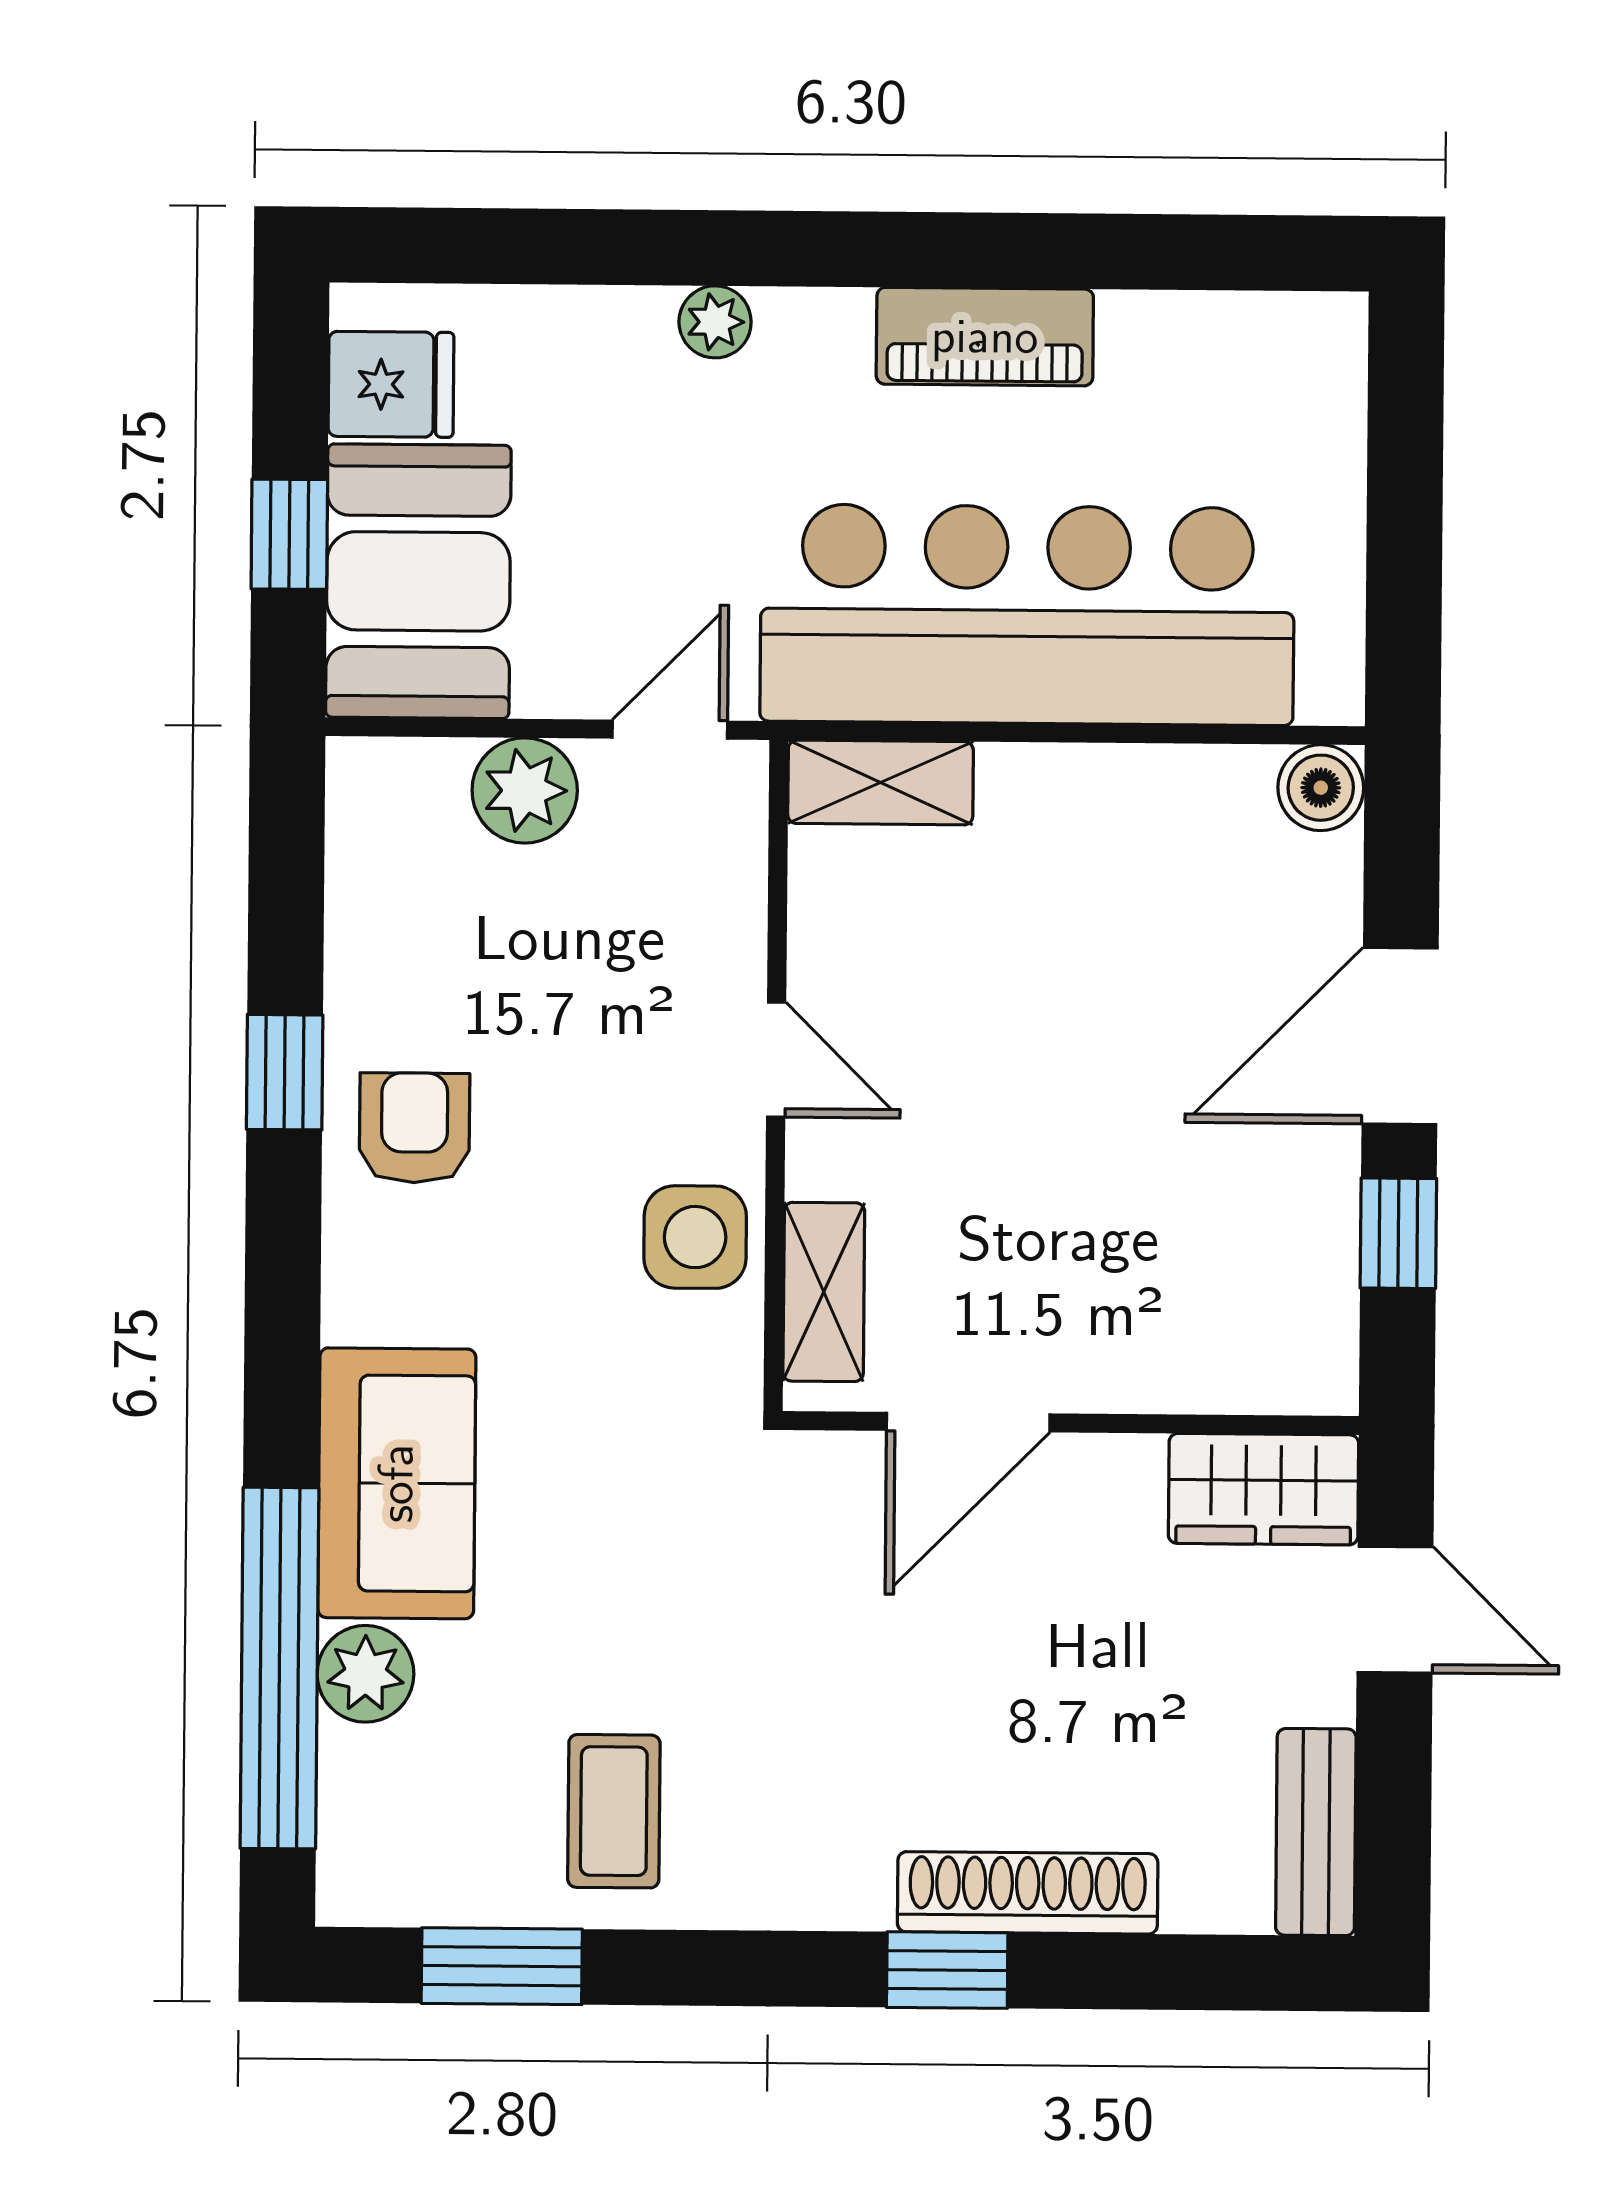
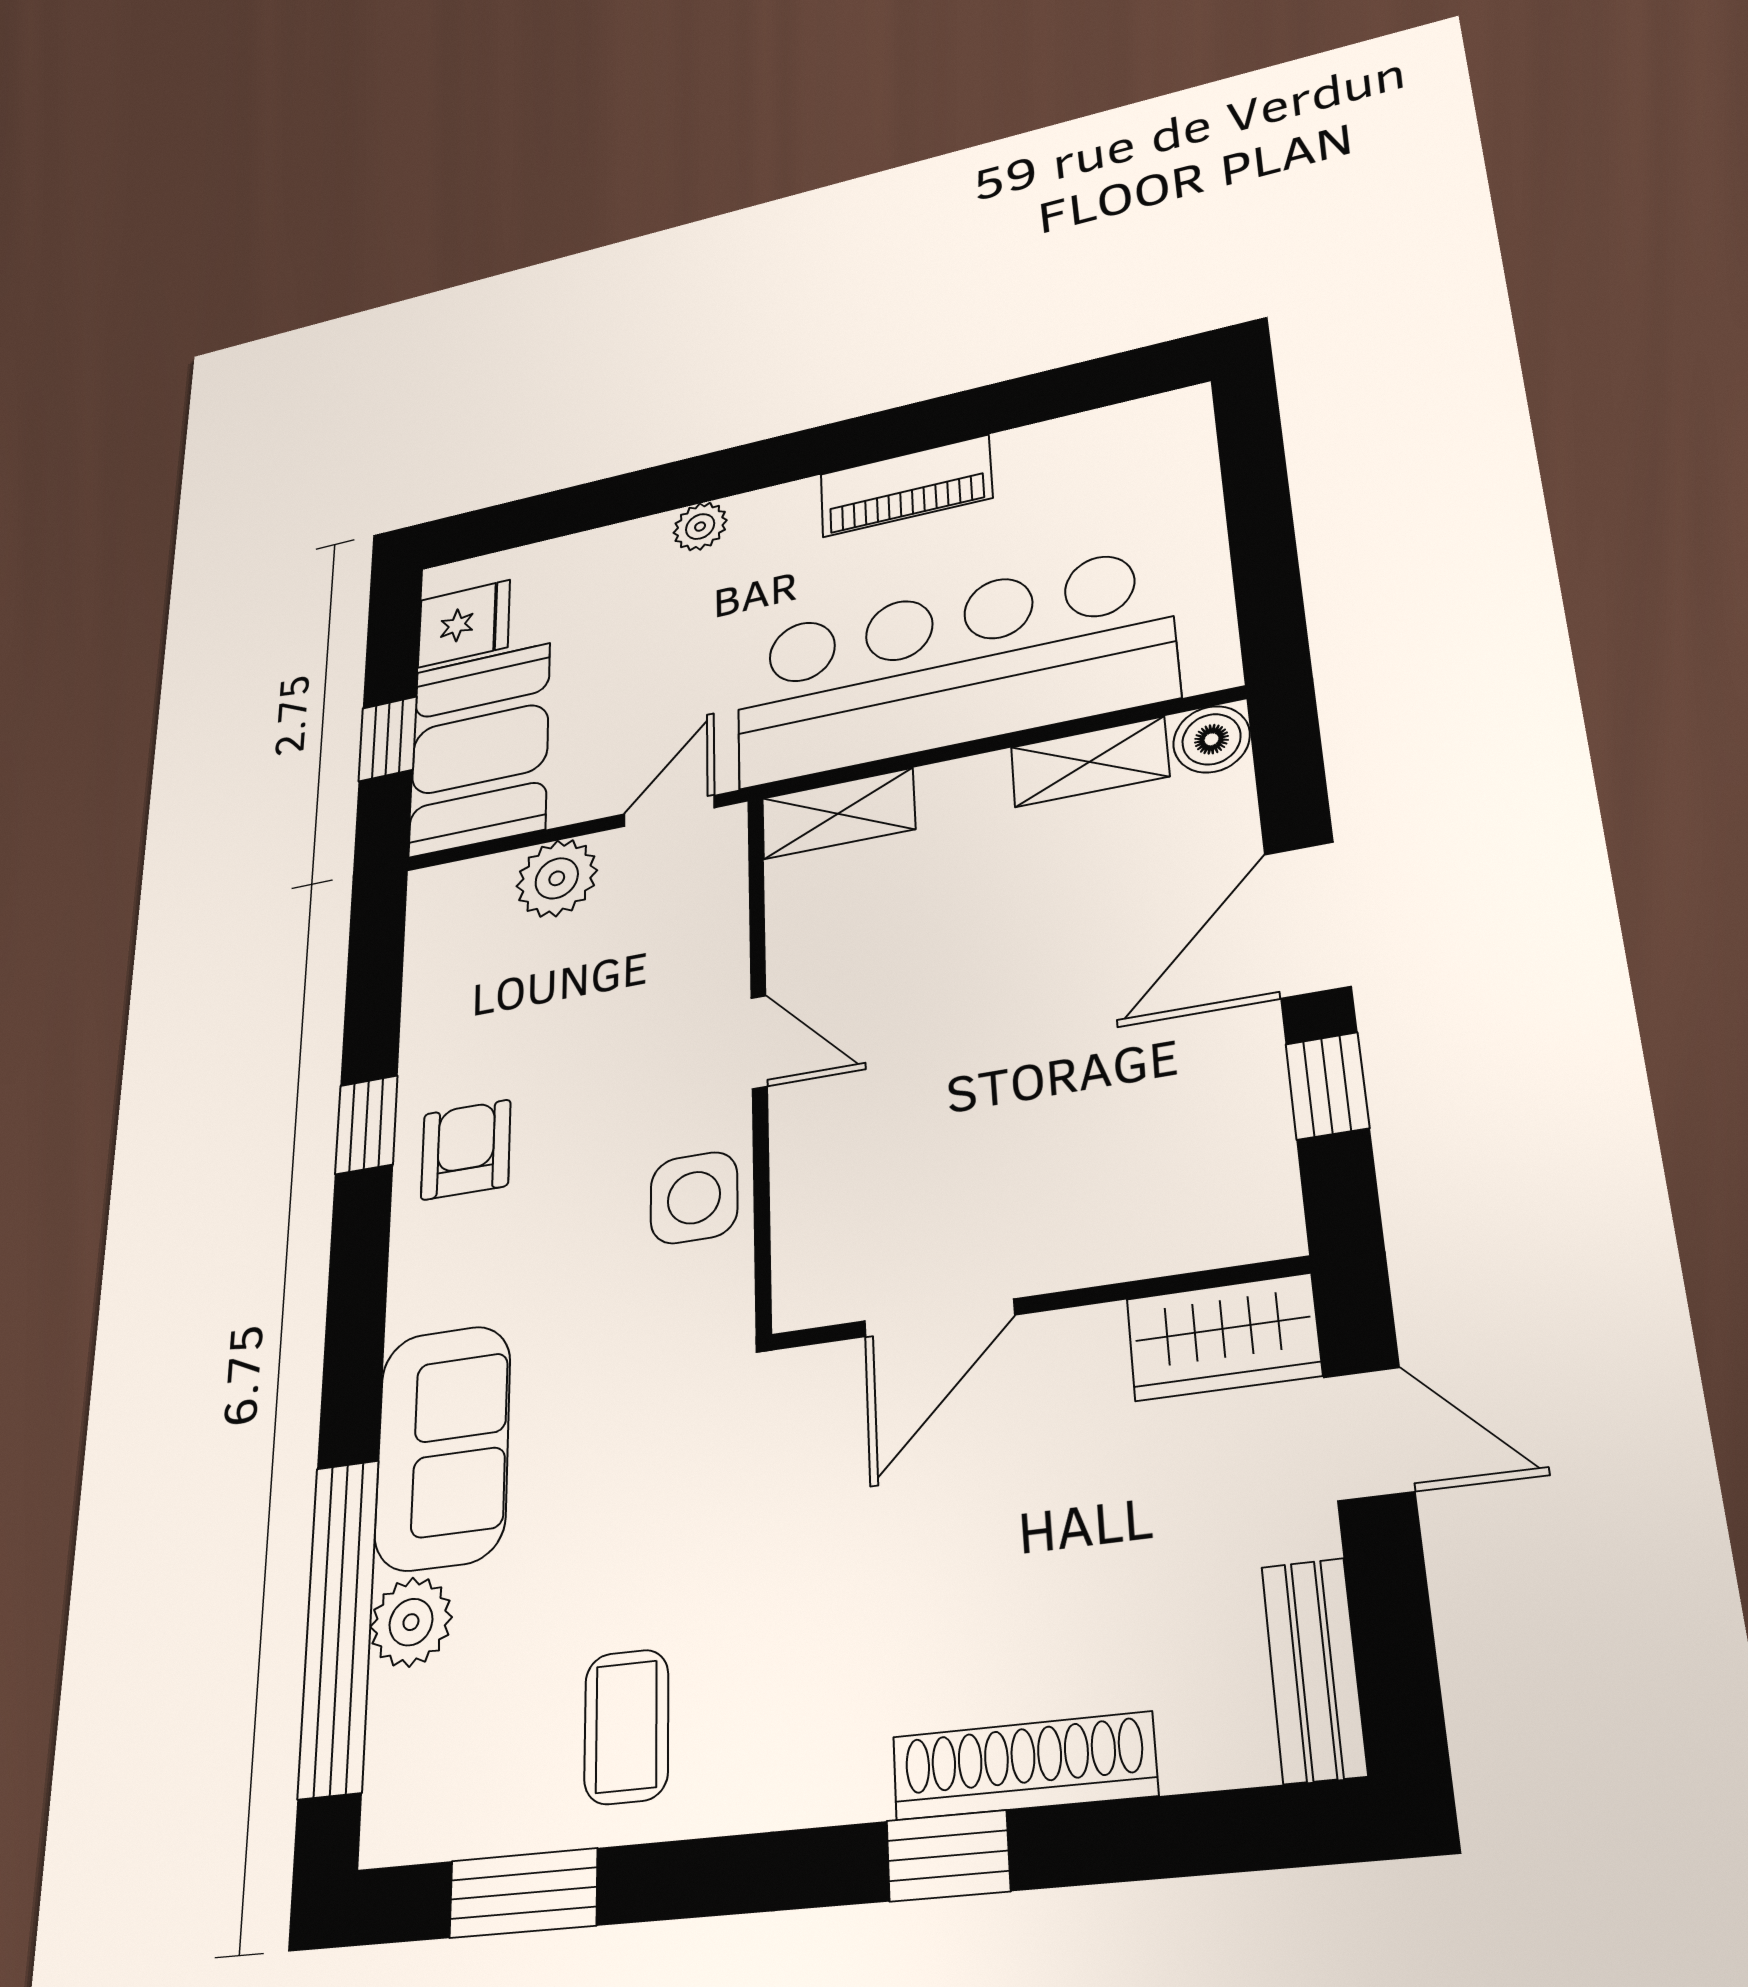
shelving: (824, 1292) -> (1089, 762), moved, turned 90

